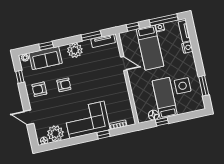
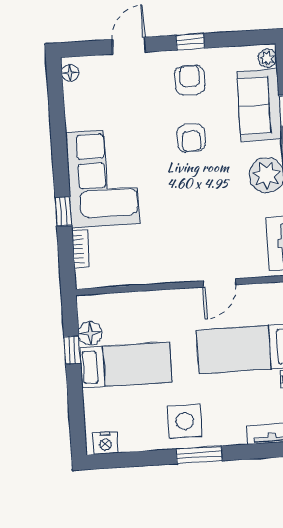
nightstand: (187, 47) -> (105, 443), moved
window: (20, 77) -> (190, 42), moved
side table: (183, 86) -> (185, 421), moved
window: (204, 86) -> (199, 455), moved
plant: (55, 133) -> (82, 101), removed

